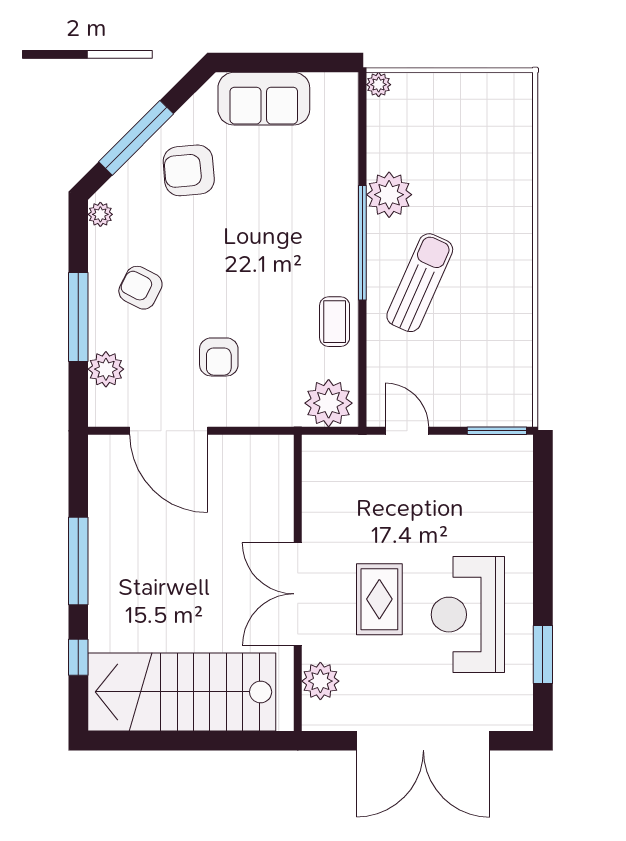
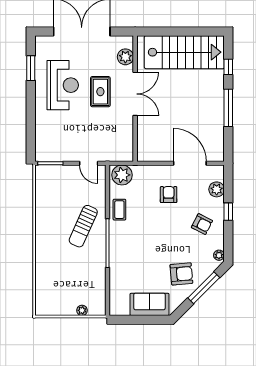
plant: (379, 85) -> (82, 310), moved
plant: (389, 195) -> (96, 264), removed
window: (78, 317) -> (228, 212), width x0.46

